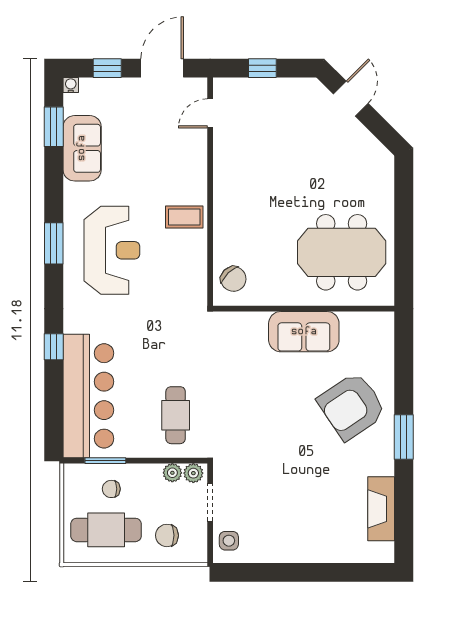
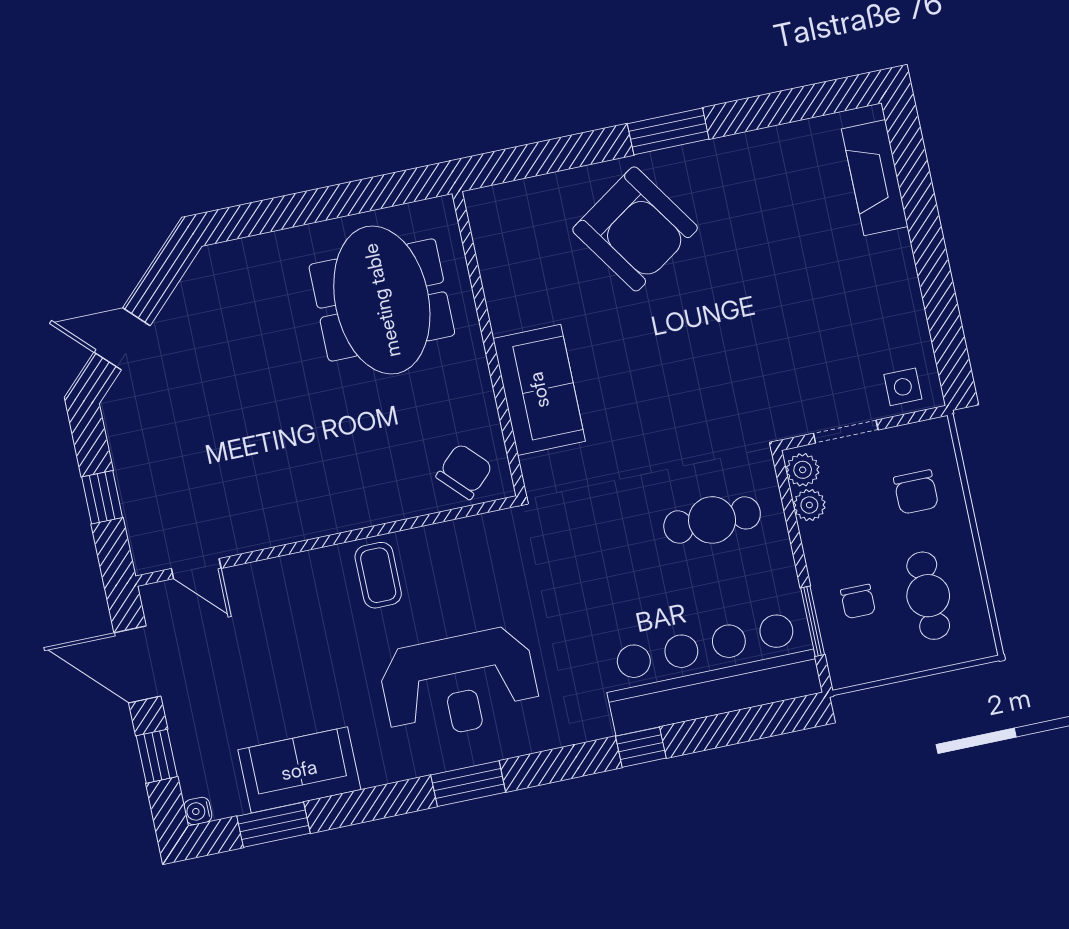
reception desk: (112, 250) -> (459, 684), turned 180
sofa: (304, 332) -> (539, 390), moved
fireplace: (381, 509) -> (875, 178), moved, turned 90
cafe table: (106, 530) -> (928, 596), width x0.73, depth x0.74

